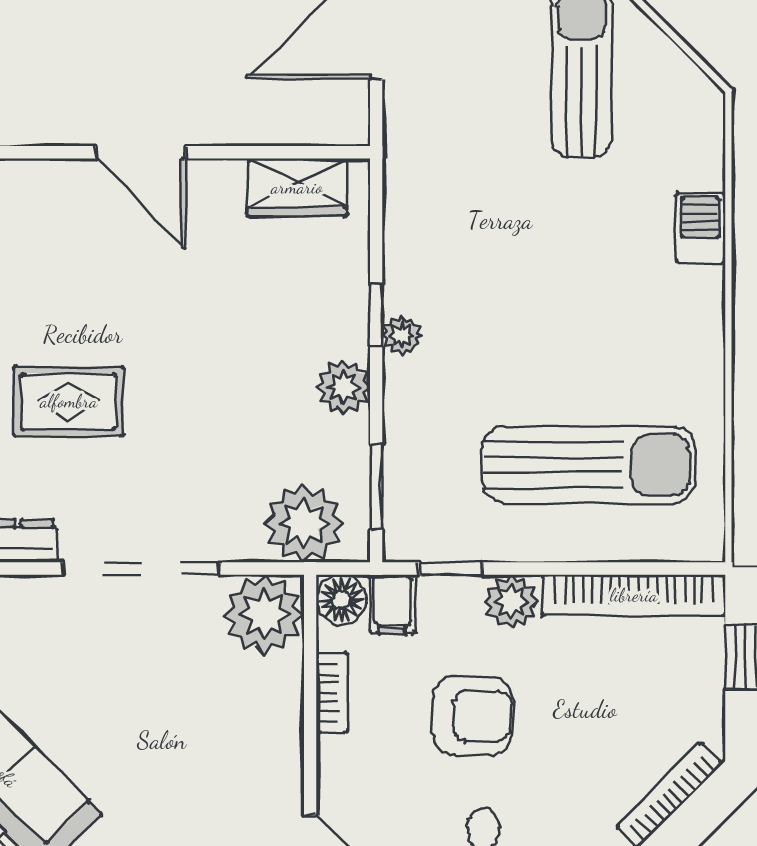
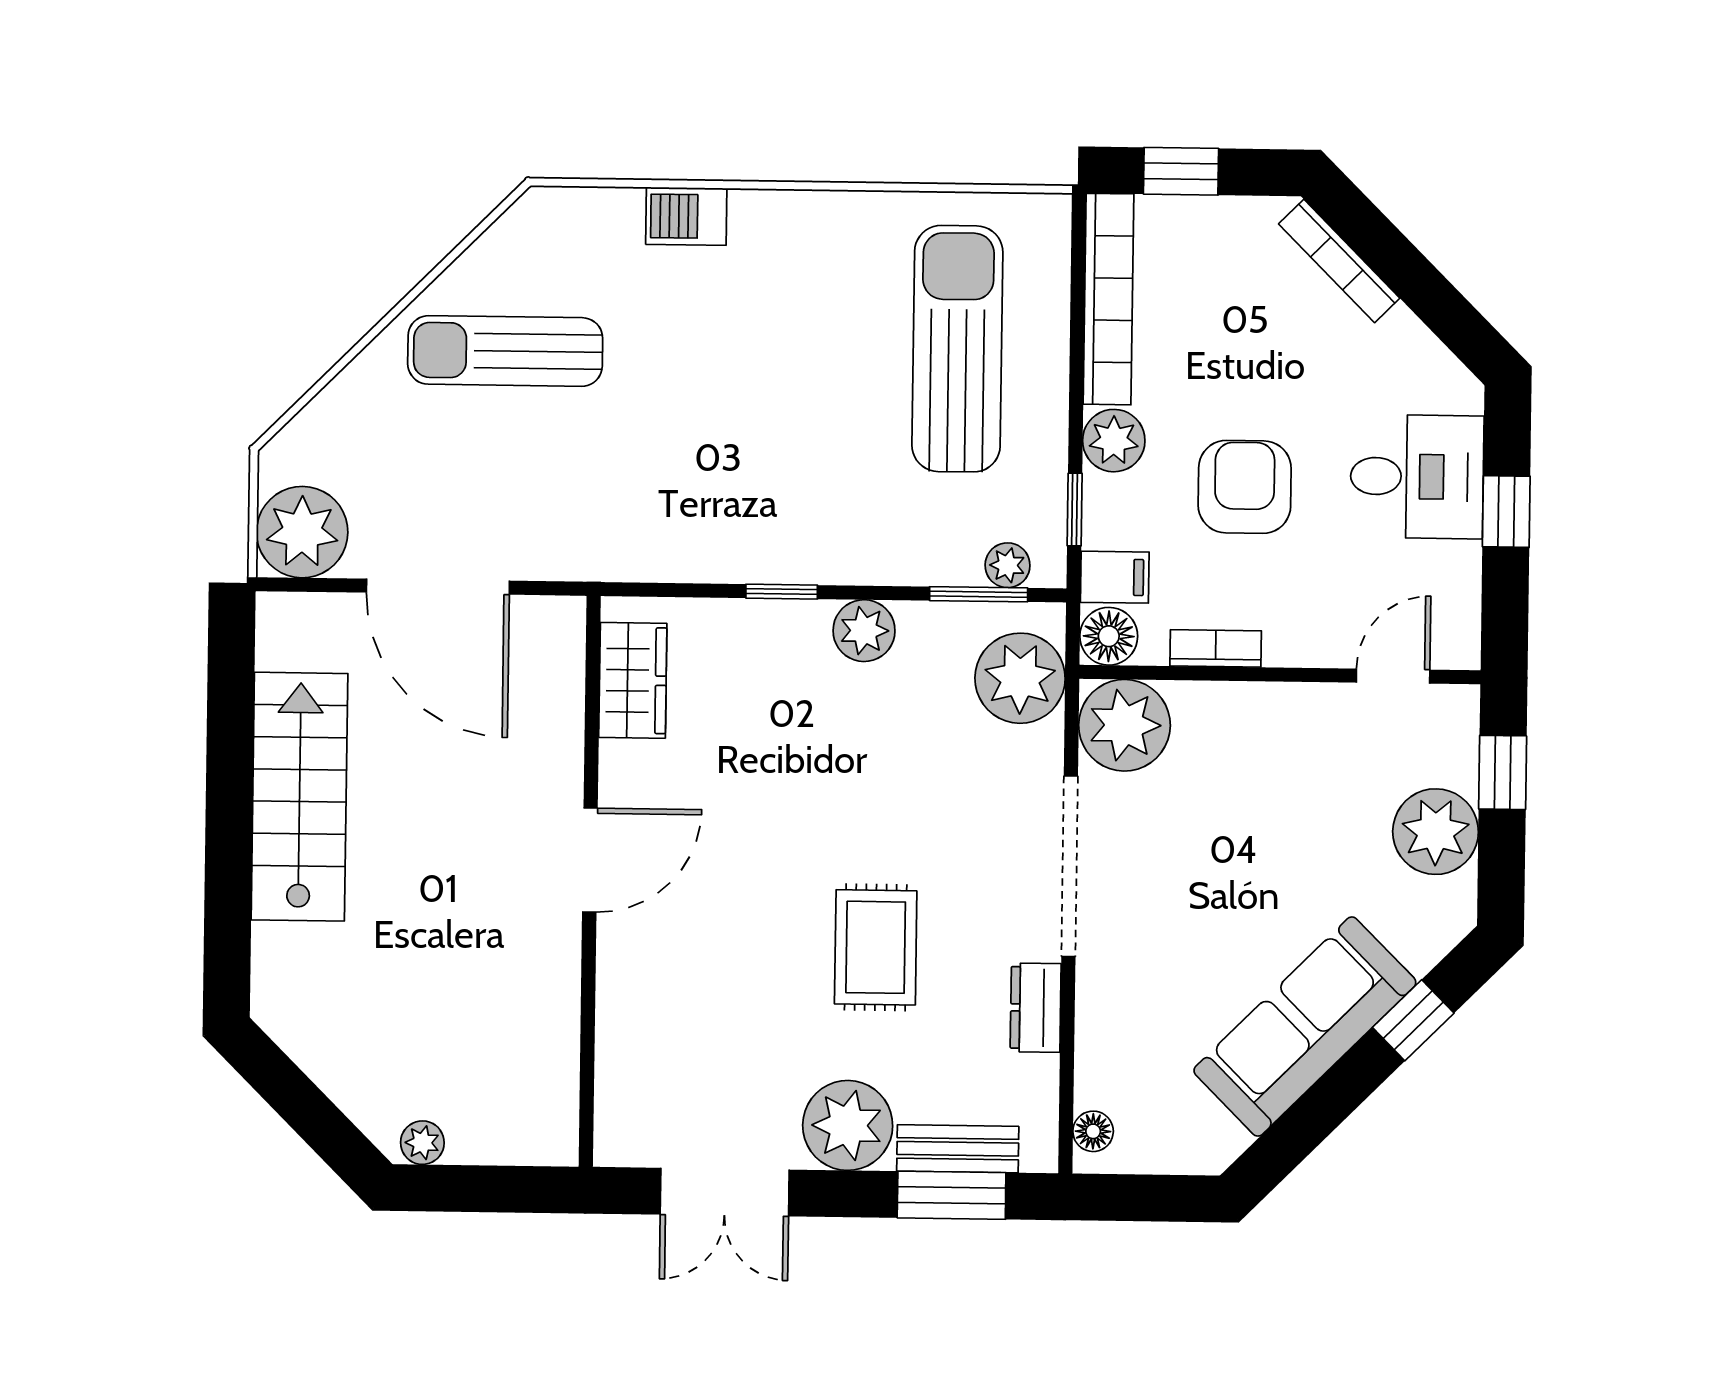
plant: (402, 335) -> (1008, 565), moved

